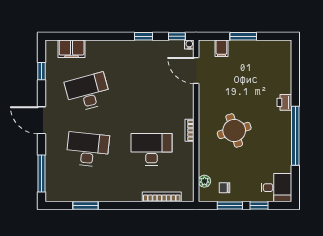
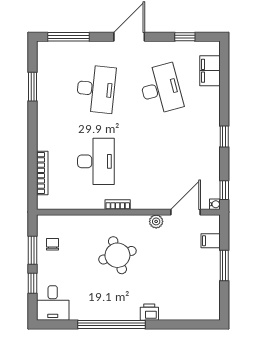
window: (143, 36) -> (224, 137), moved
plant: (204, 181) -> (156, 221), moved

